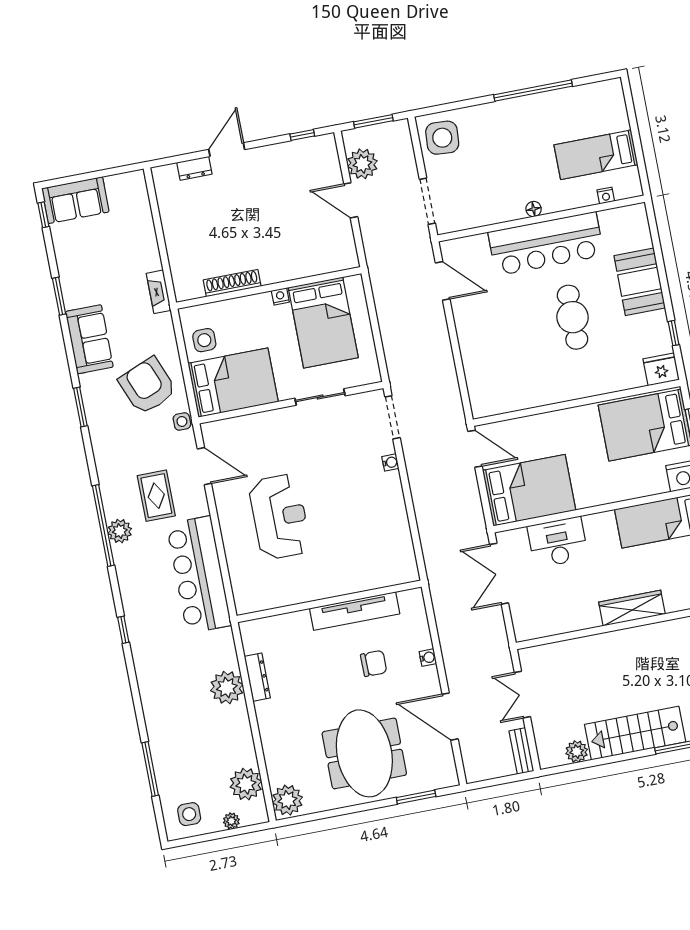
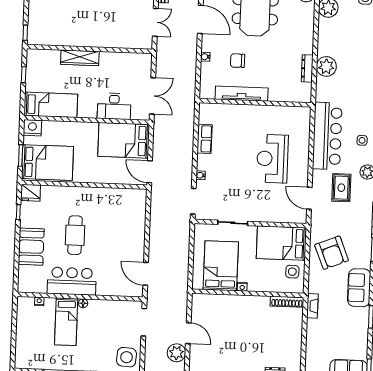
bed: (596, 155) -> (66, 322), moved, turned 90
bar counter: (546, 244) -> (72, 281), width x0.73
shoe rack: (232, 283) -> (287, 302), moved
side table: (182, 421) -> (362, 140), moved
row of seats: (398, 523) -> (205, 139), added

